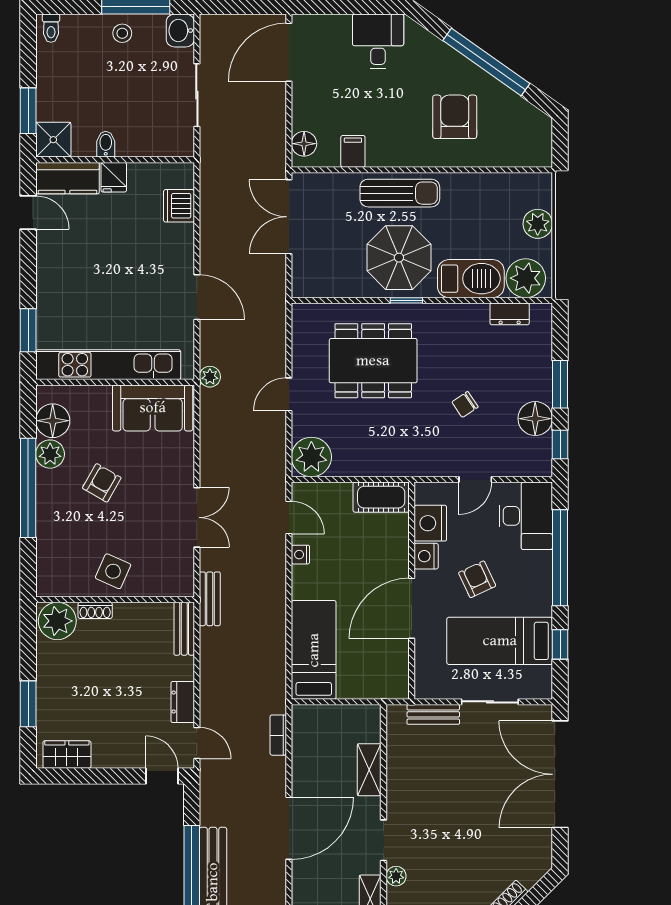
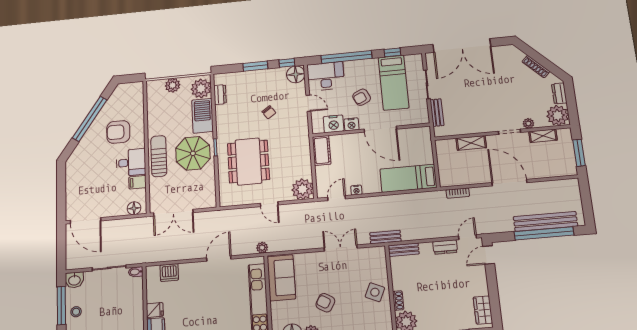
desk: (378, 41) -> (131, 162), moved, turned 180
bidet: (106, 144) -> (136, 272), moved
floor lamp: (535, 419) -> (296, 74), moved

